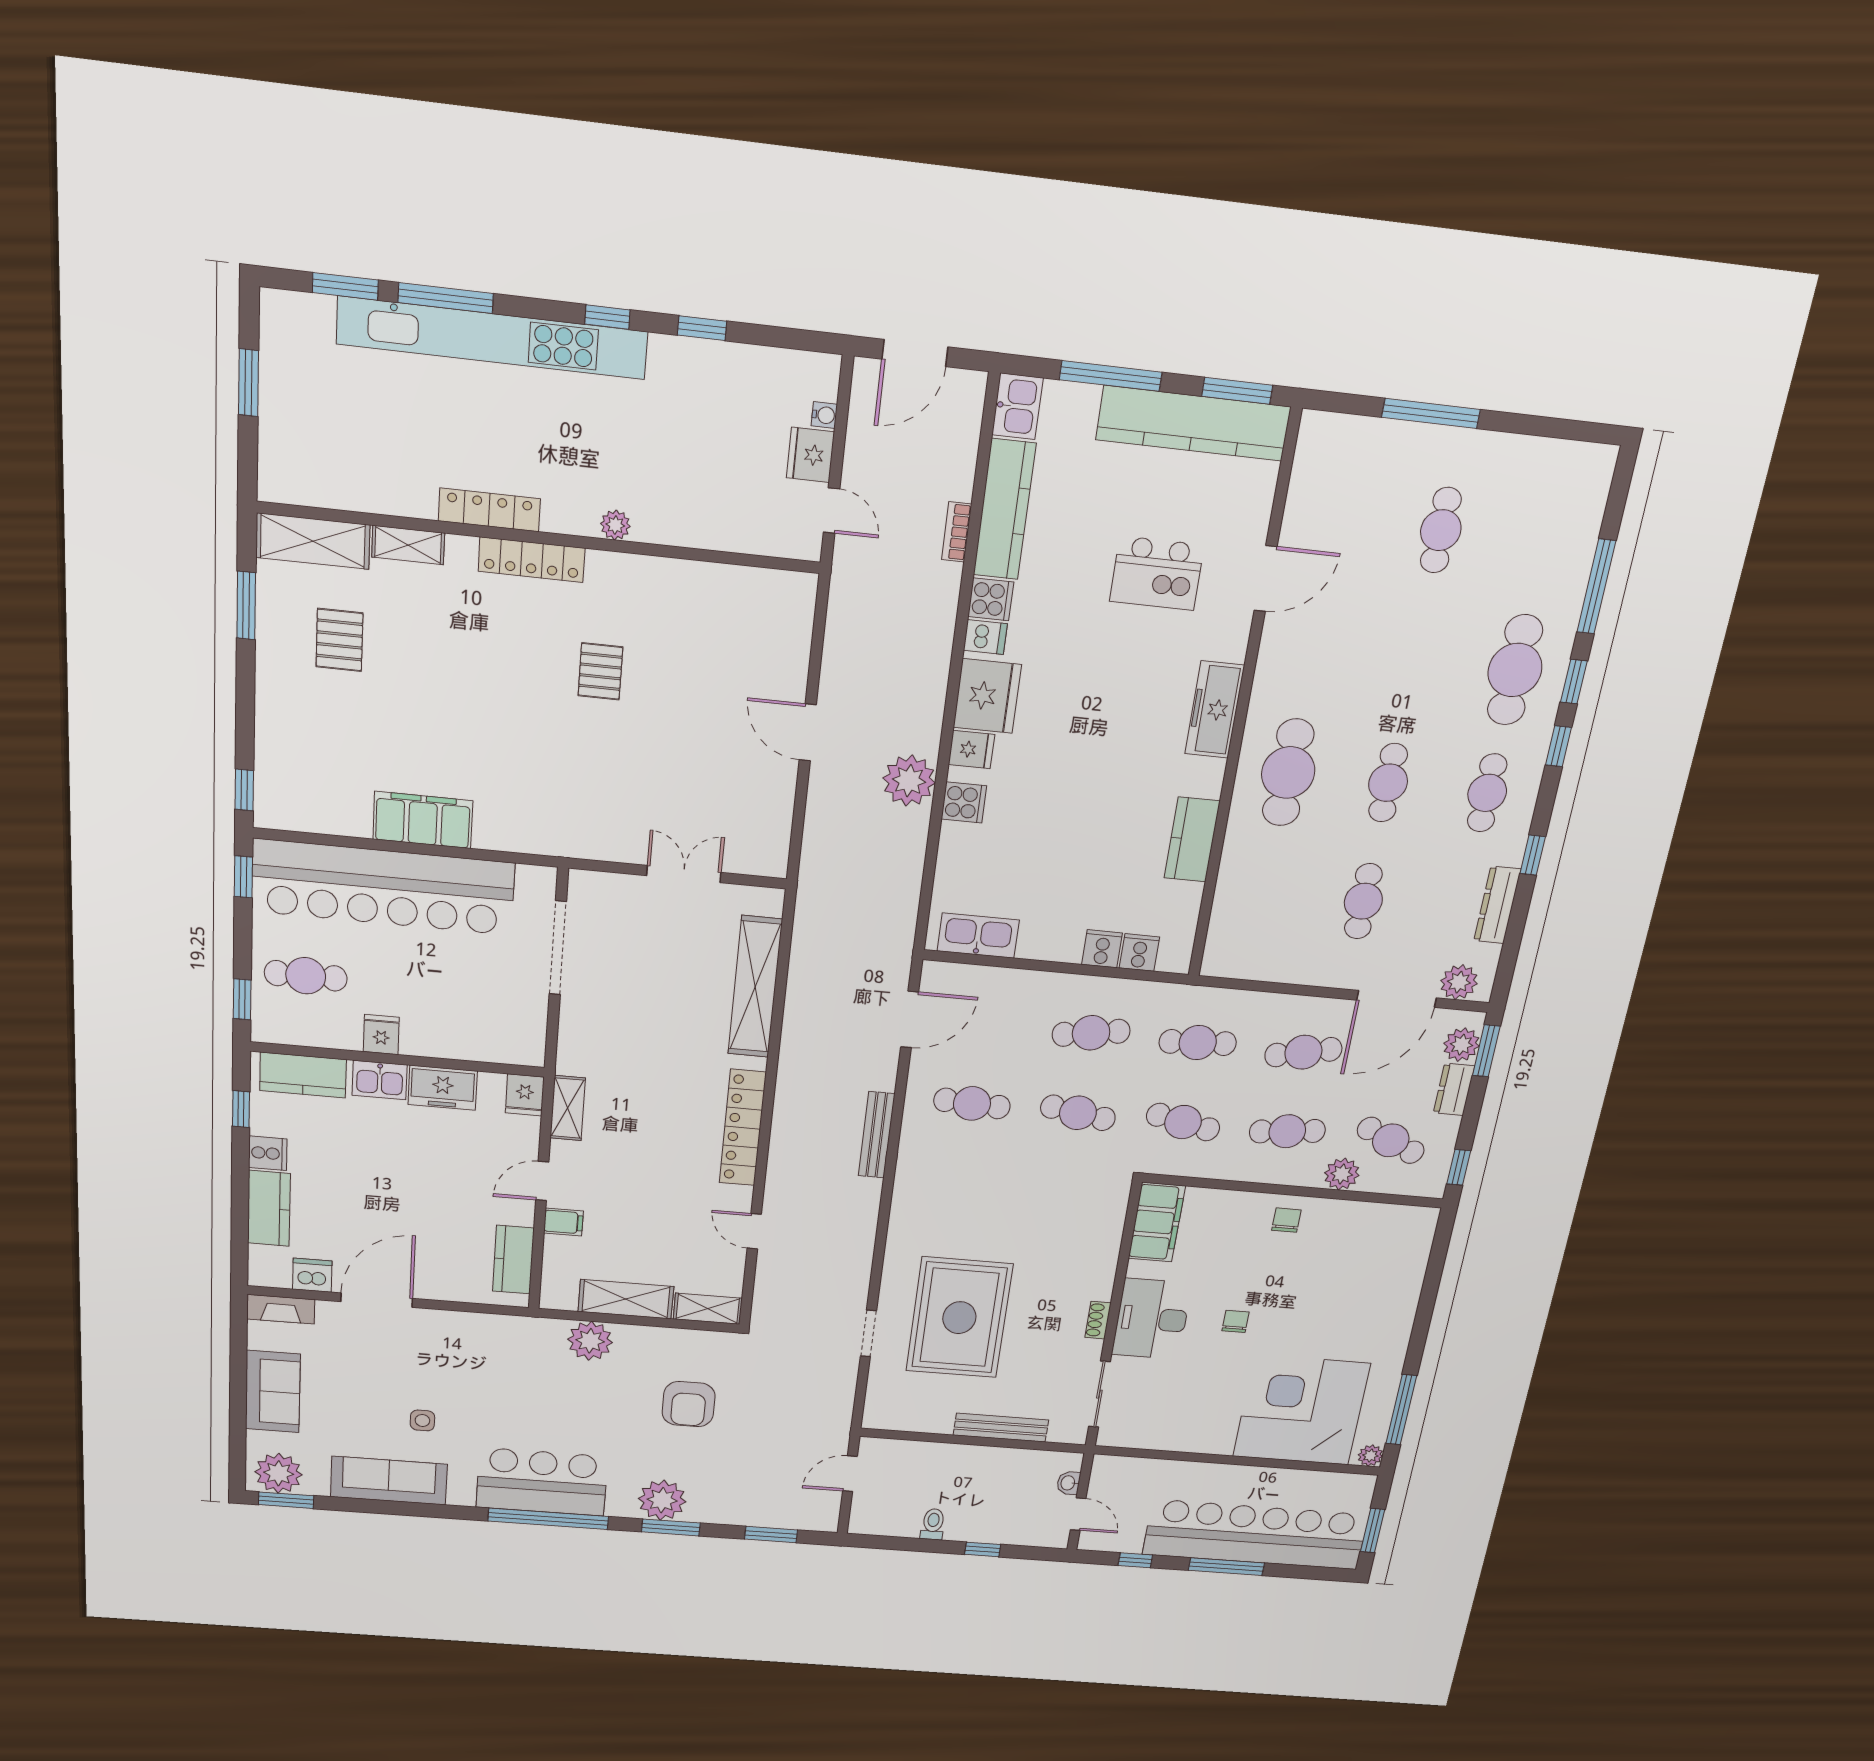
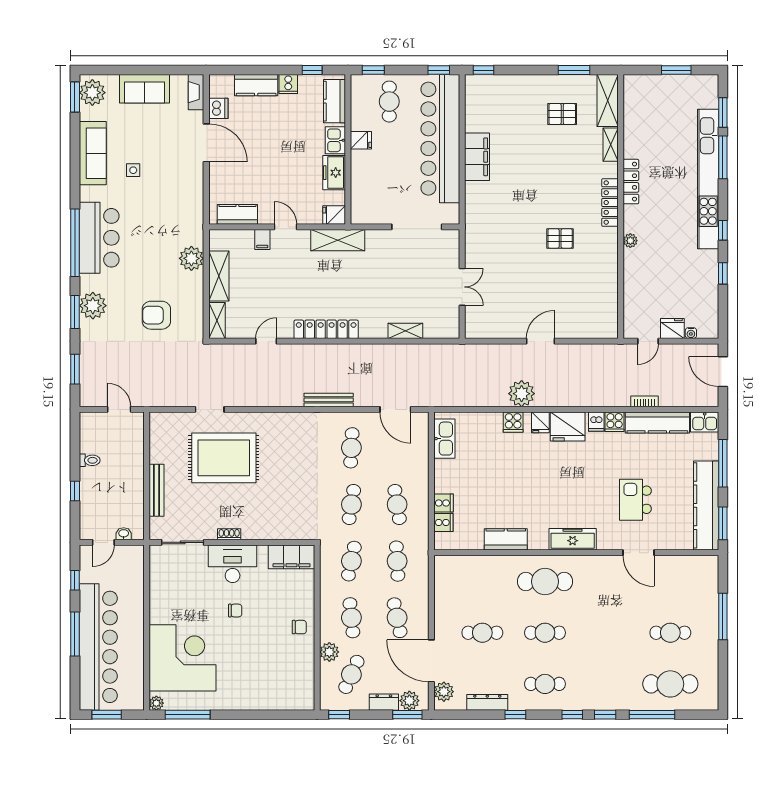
cafe table: (1515, 670) -> (670, 684), moved
shelving: (755, 987) -> (405, 331), width x0.45, depth x0.75
shelving: (568, 1108) -> (338, 240), width x1.50, depth x1.33

